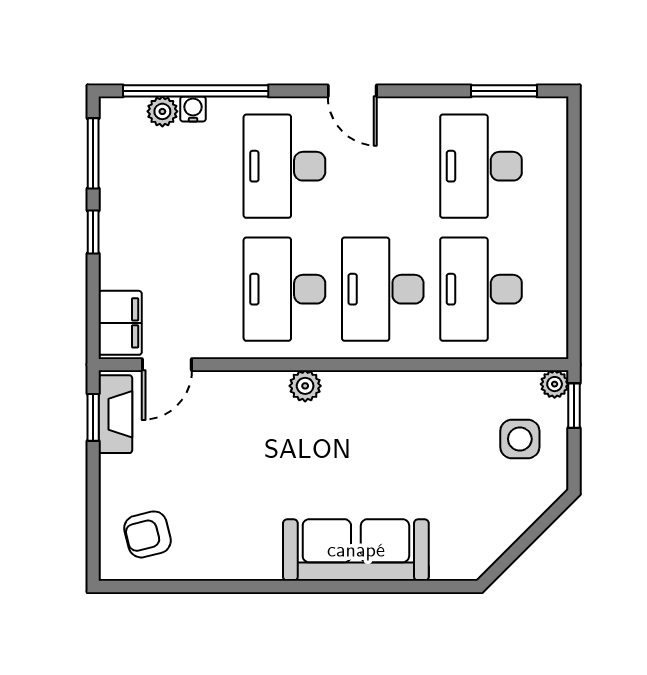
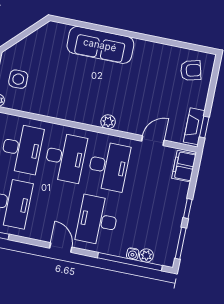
desk: (284, 166) -> (97, 220), turned 180
door: (167, 365) -> (153, 141), moved

